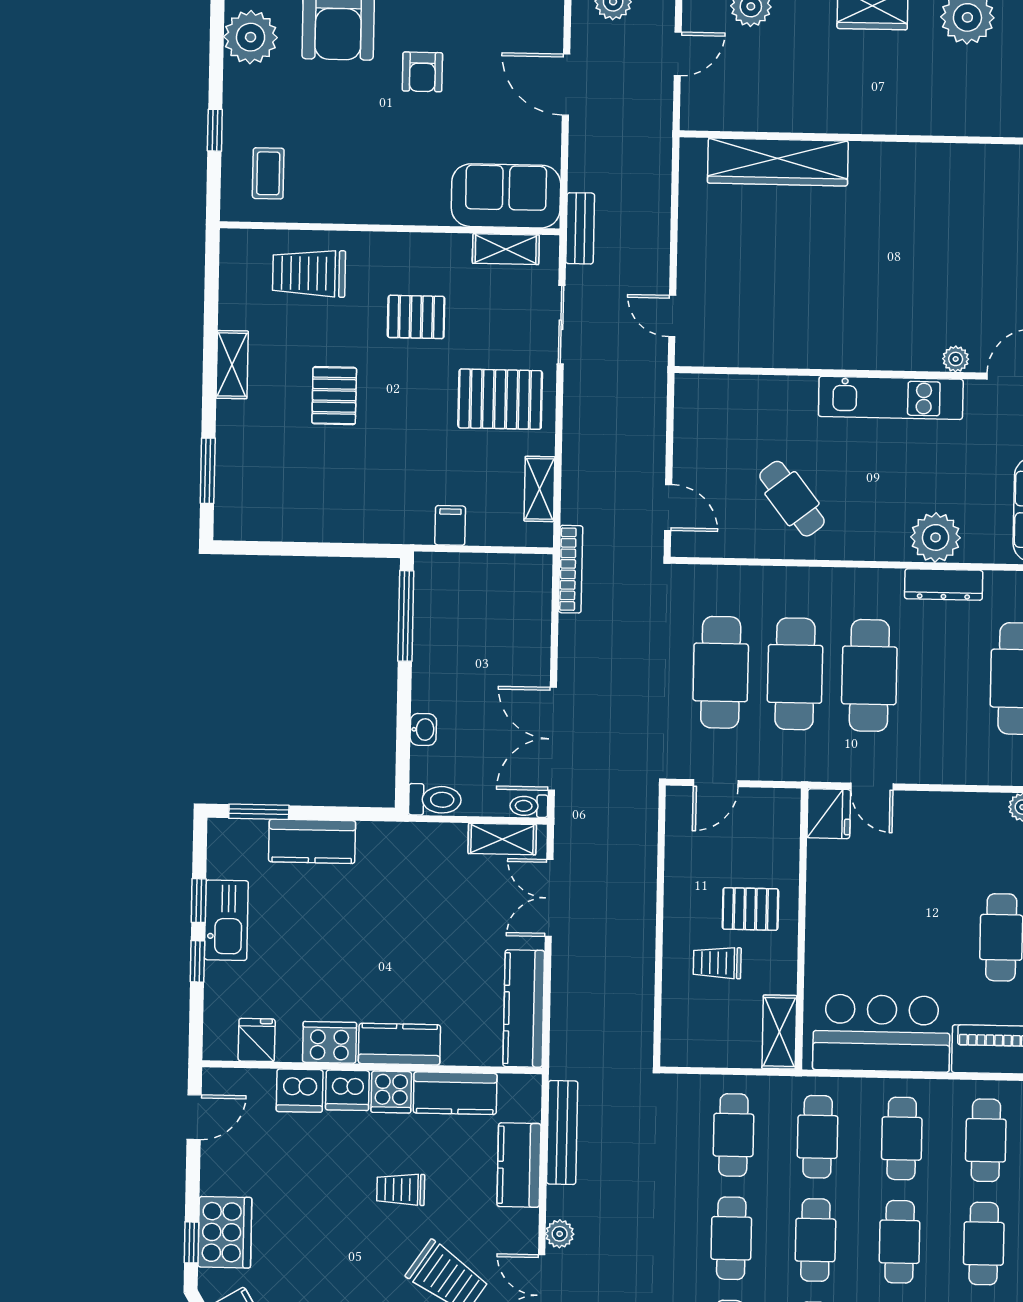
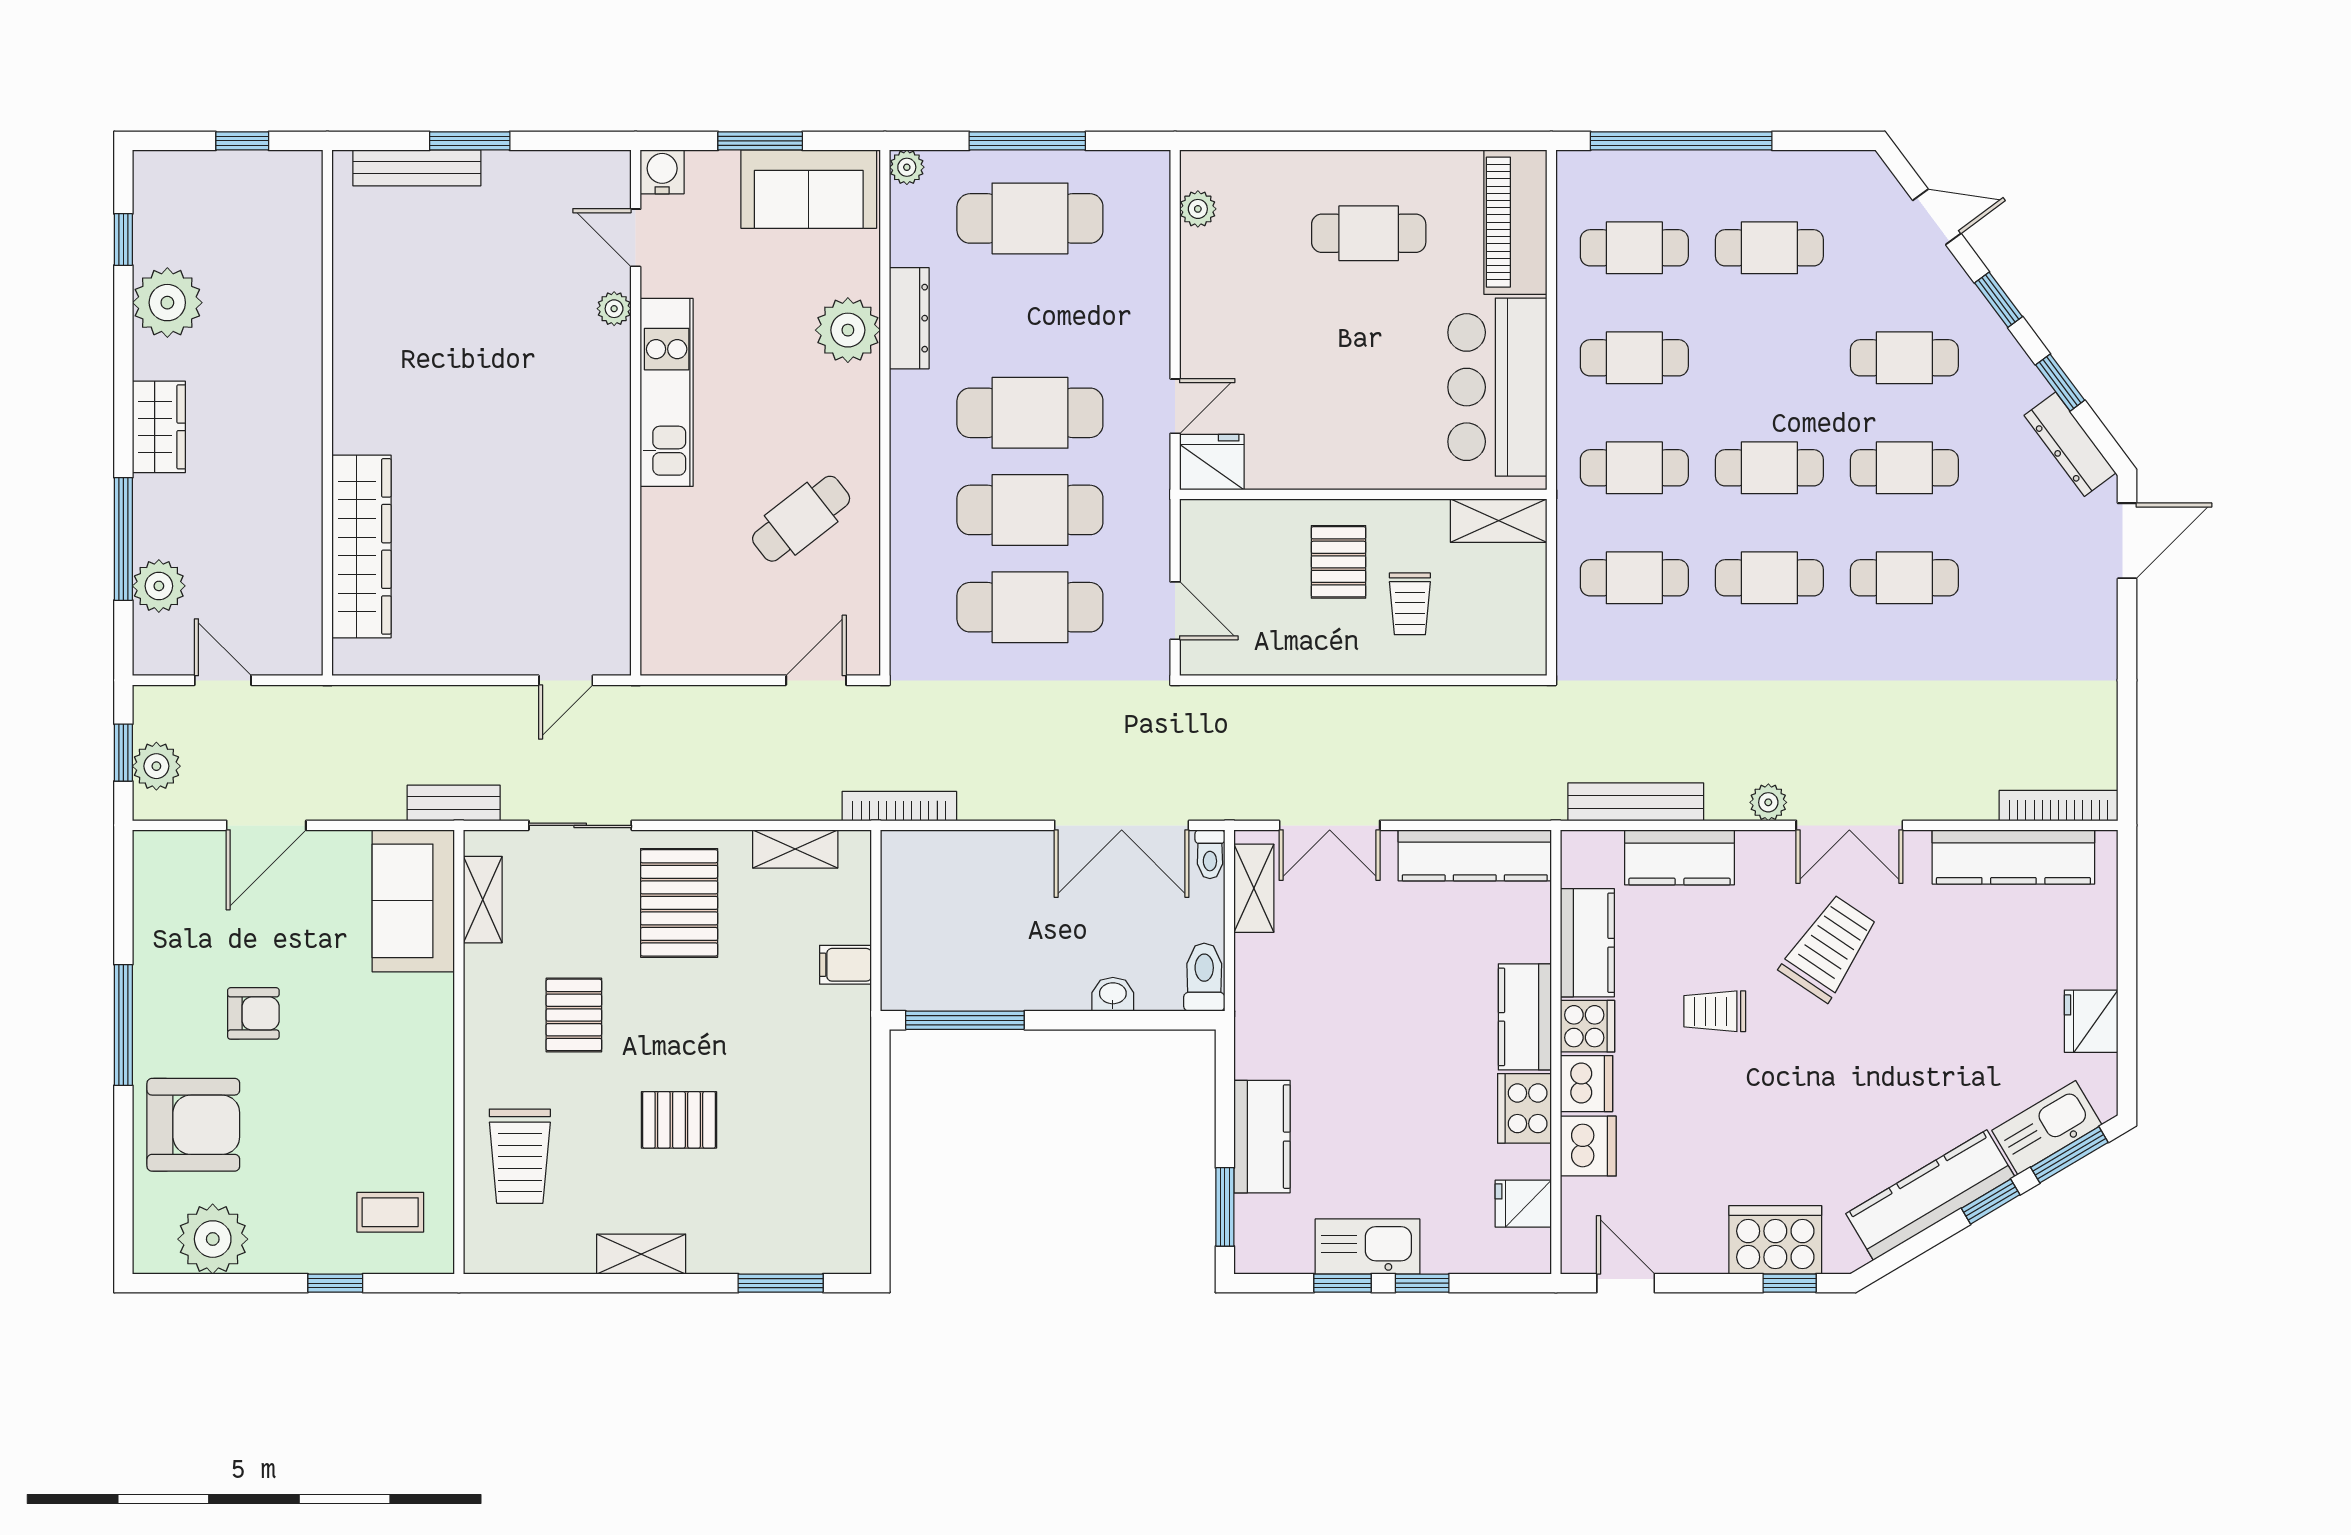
trolley: (401, 1189) -> (1715, 1011), turned 90
cafe table: (900, 1242) -> (1769, 358), removed

